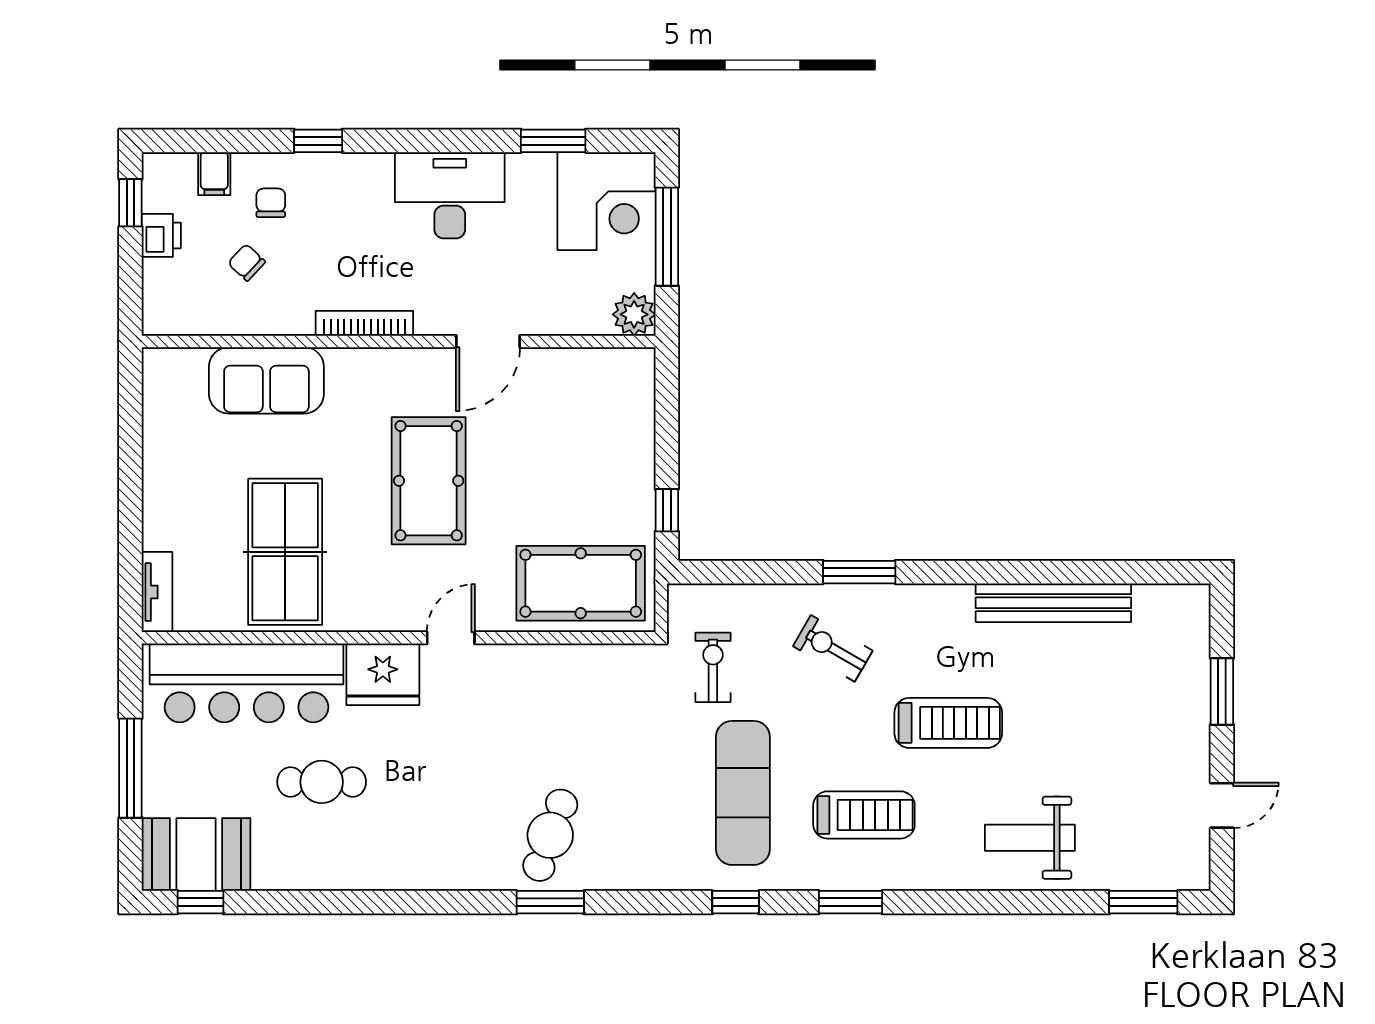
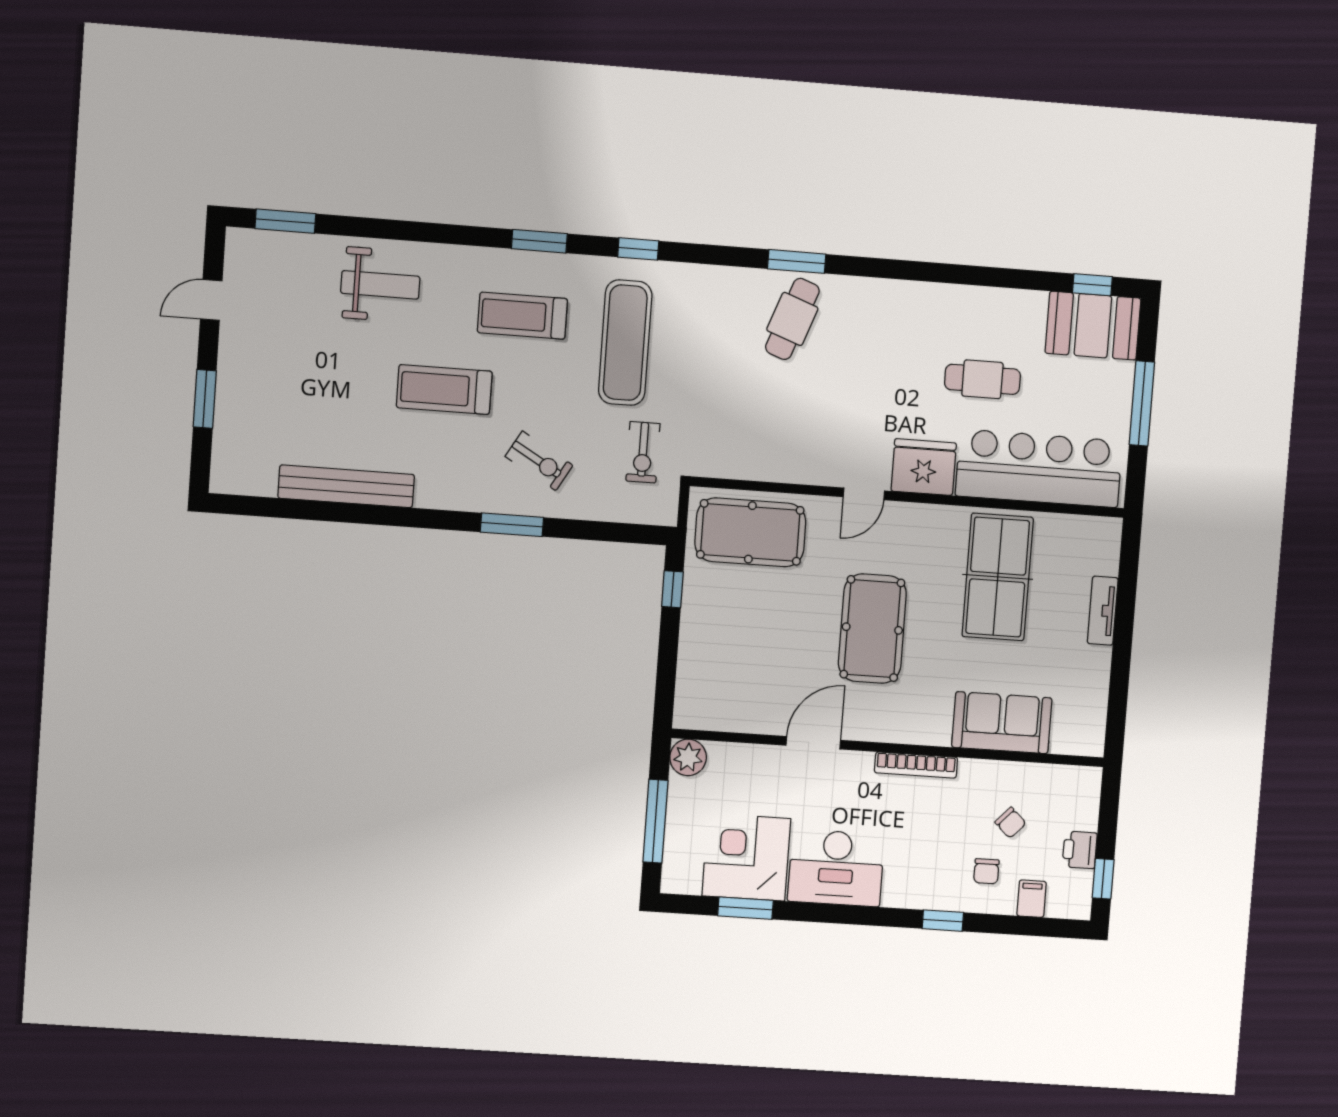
corner desk: (607, 201) -> (746, 857), moved
tv unit: (157, 592) -> (1103, 611), moved

